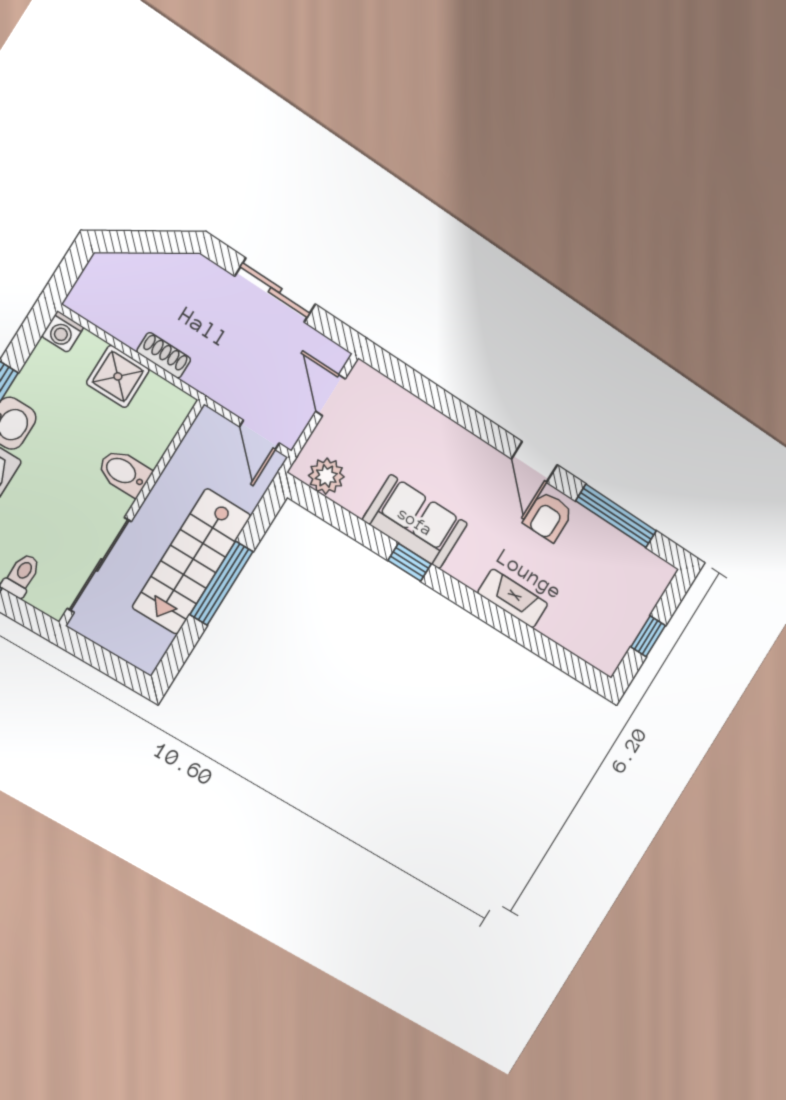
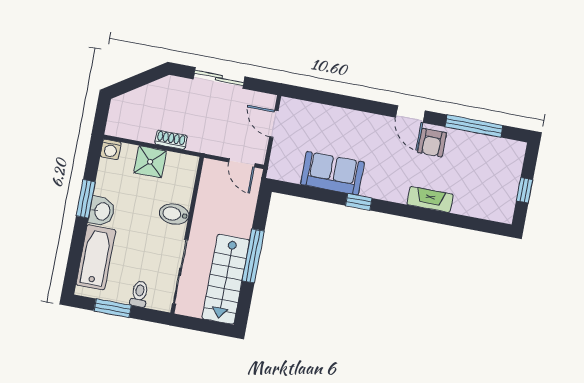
plant: (326, 476) -> (290, 171), removed
sofa: (415, 522) -> (332, 173), moved
stairs: (192, 561) -> (226, 279), moved

